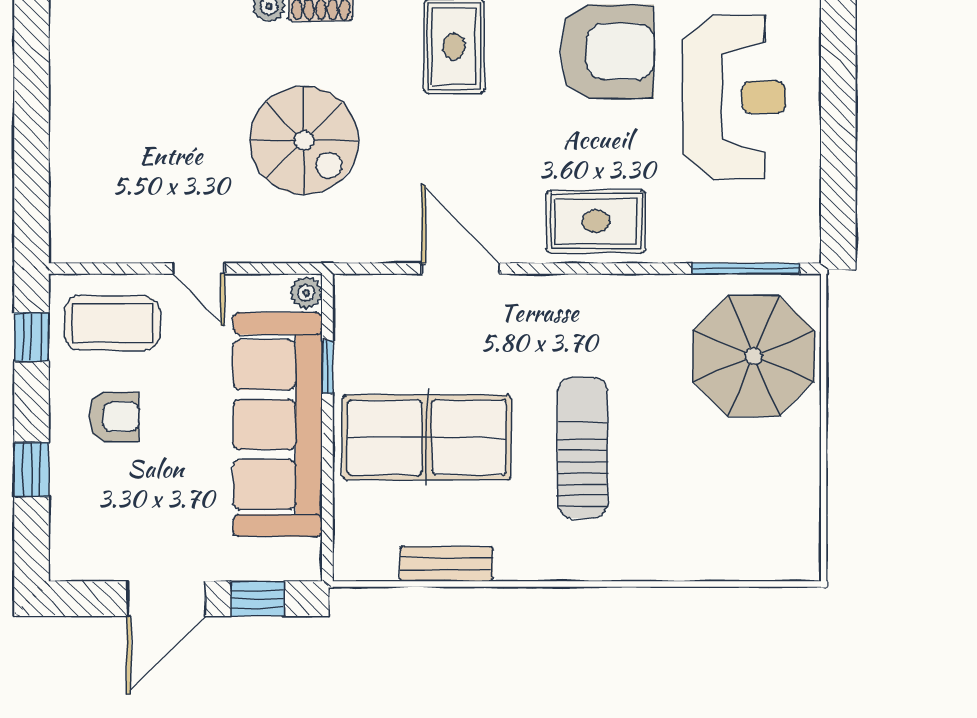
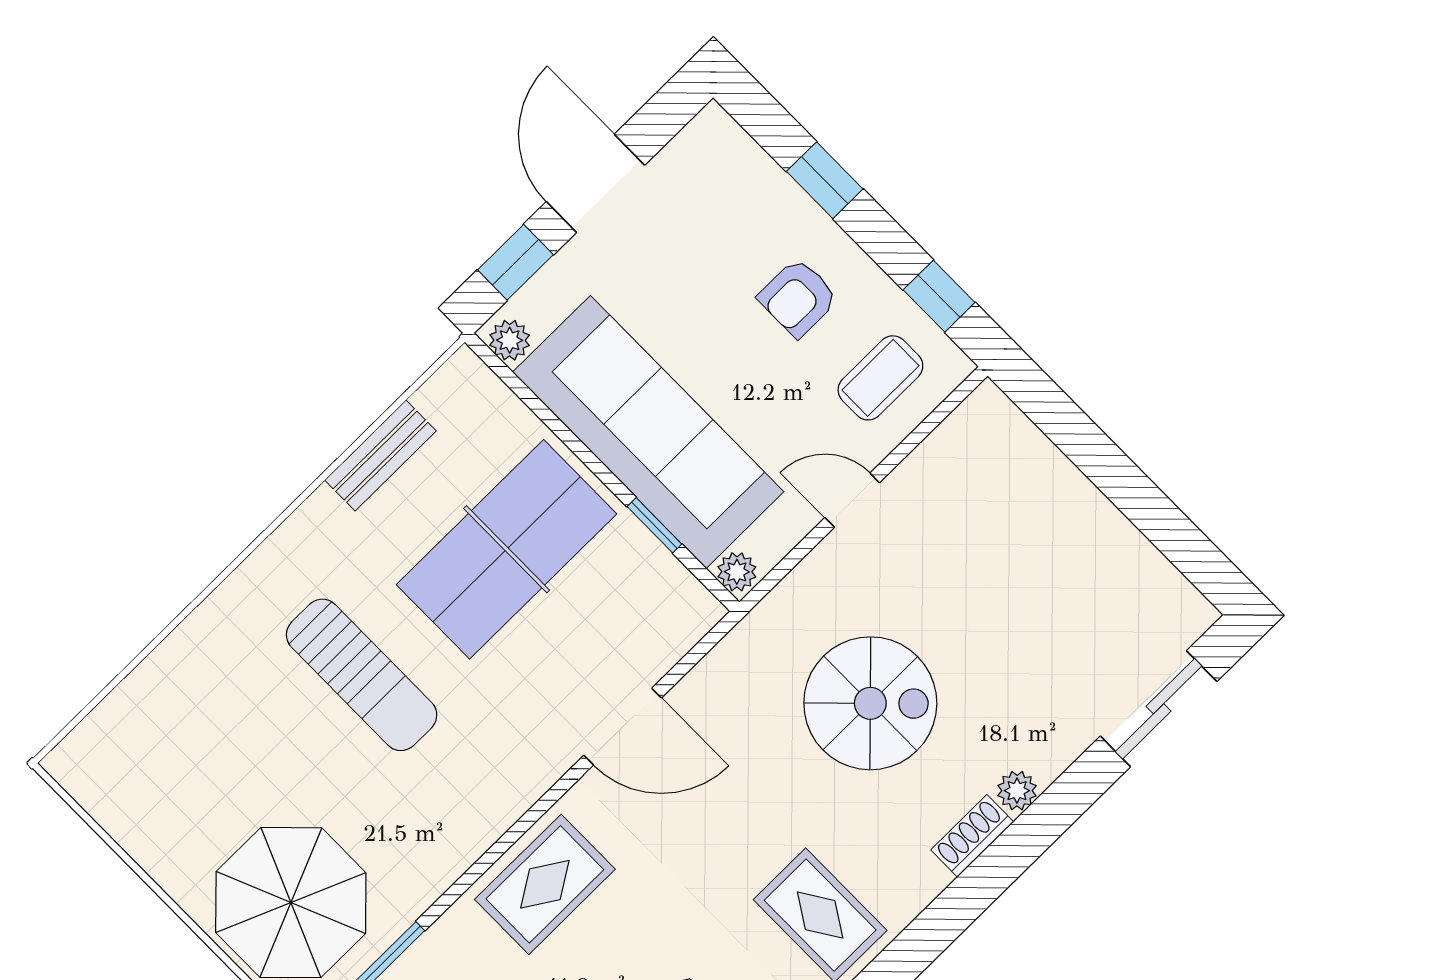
spiral stairs: (304, 140) -> (870, 703), turned 180
coffee table: (112, 323) -> (880, 378), width x0.73, depth x0.77
plant: (306, 557) -> (510, 340), added

